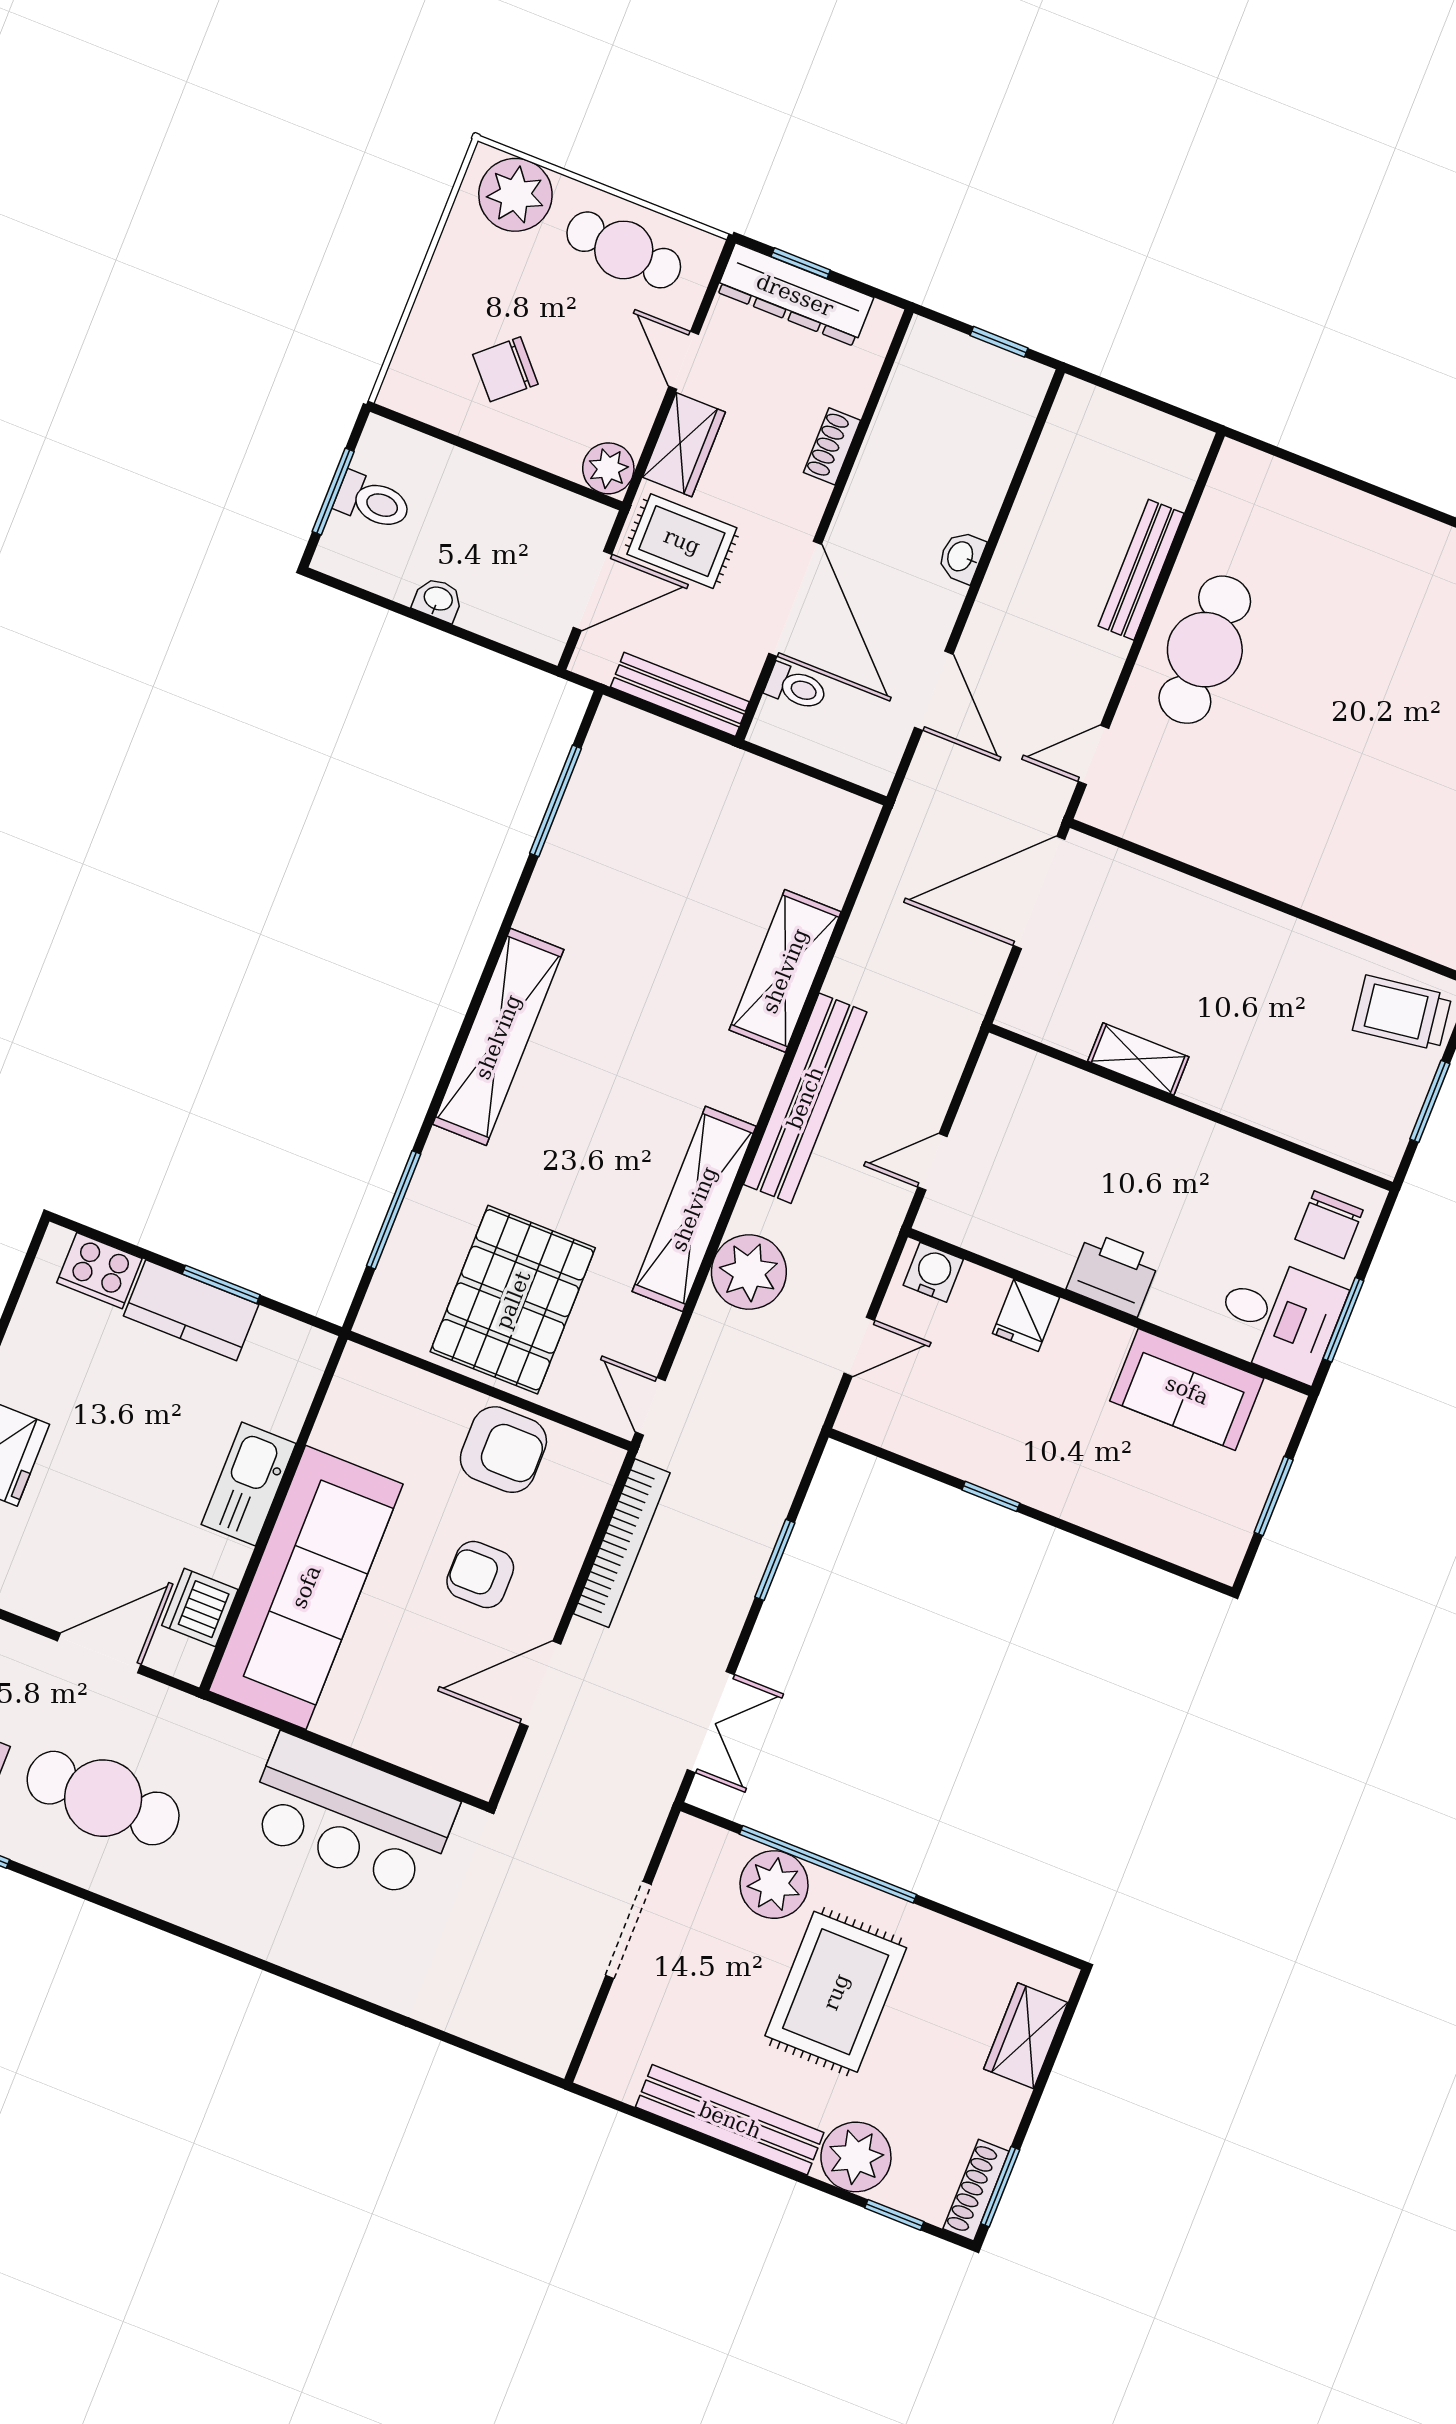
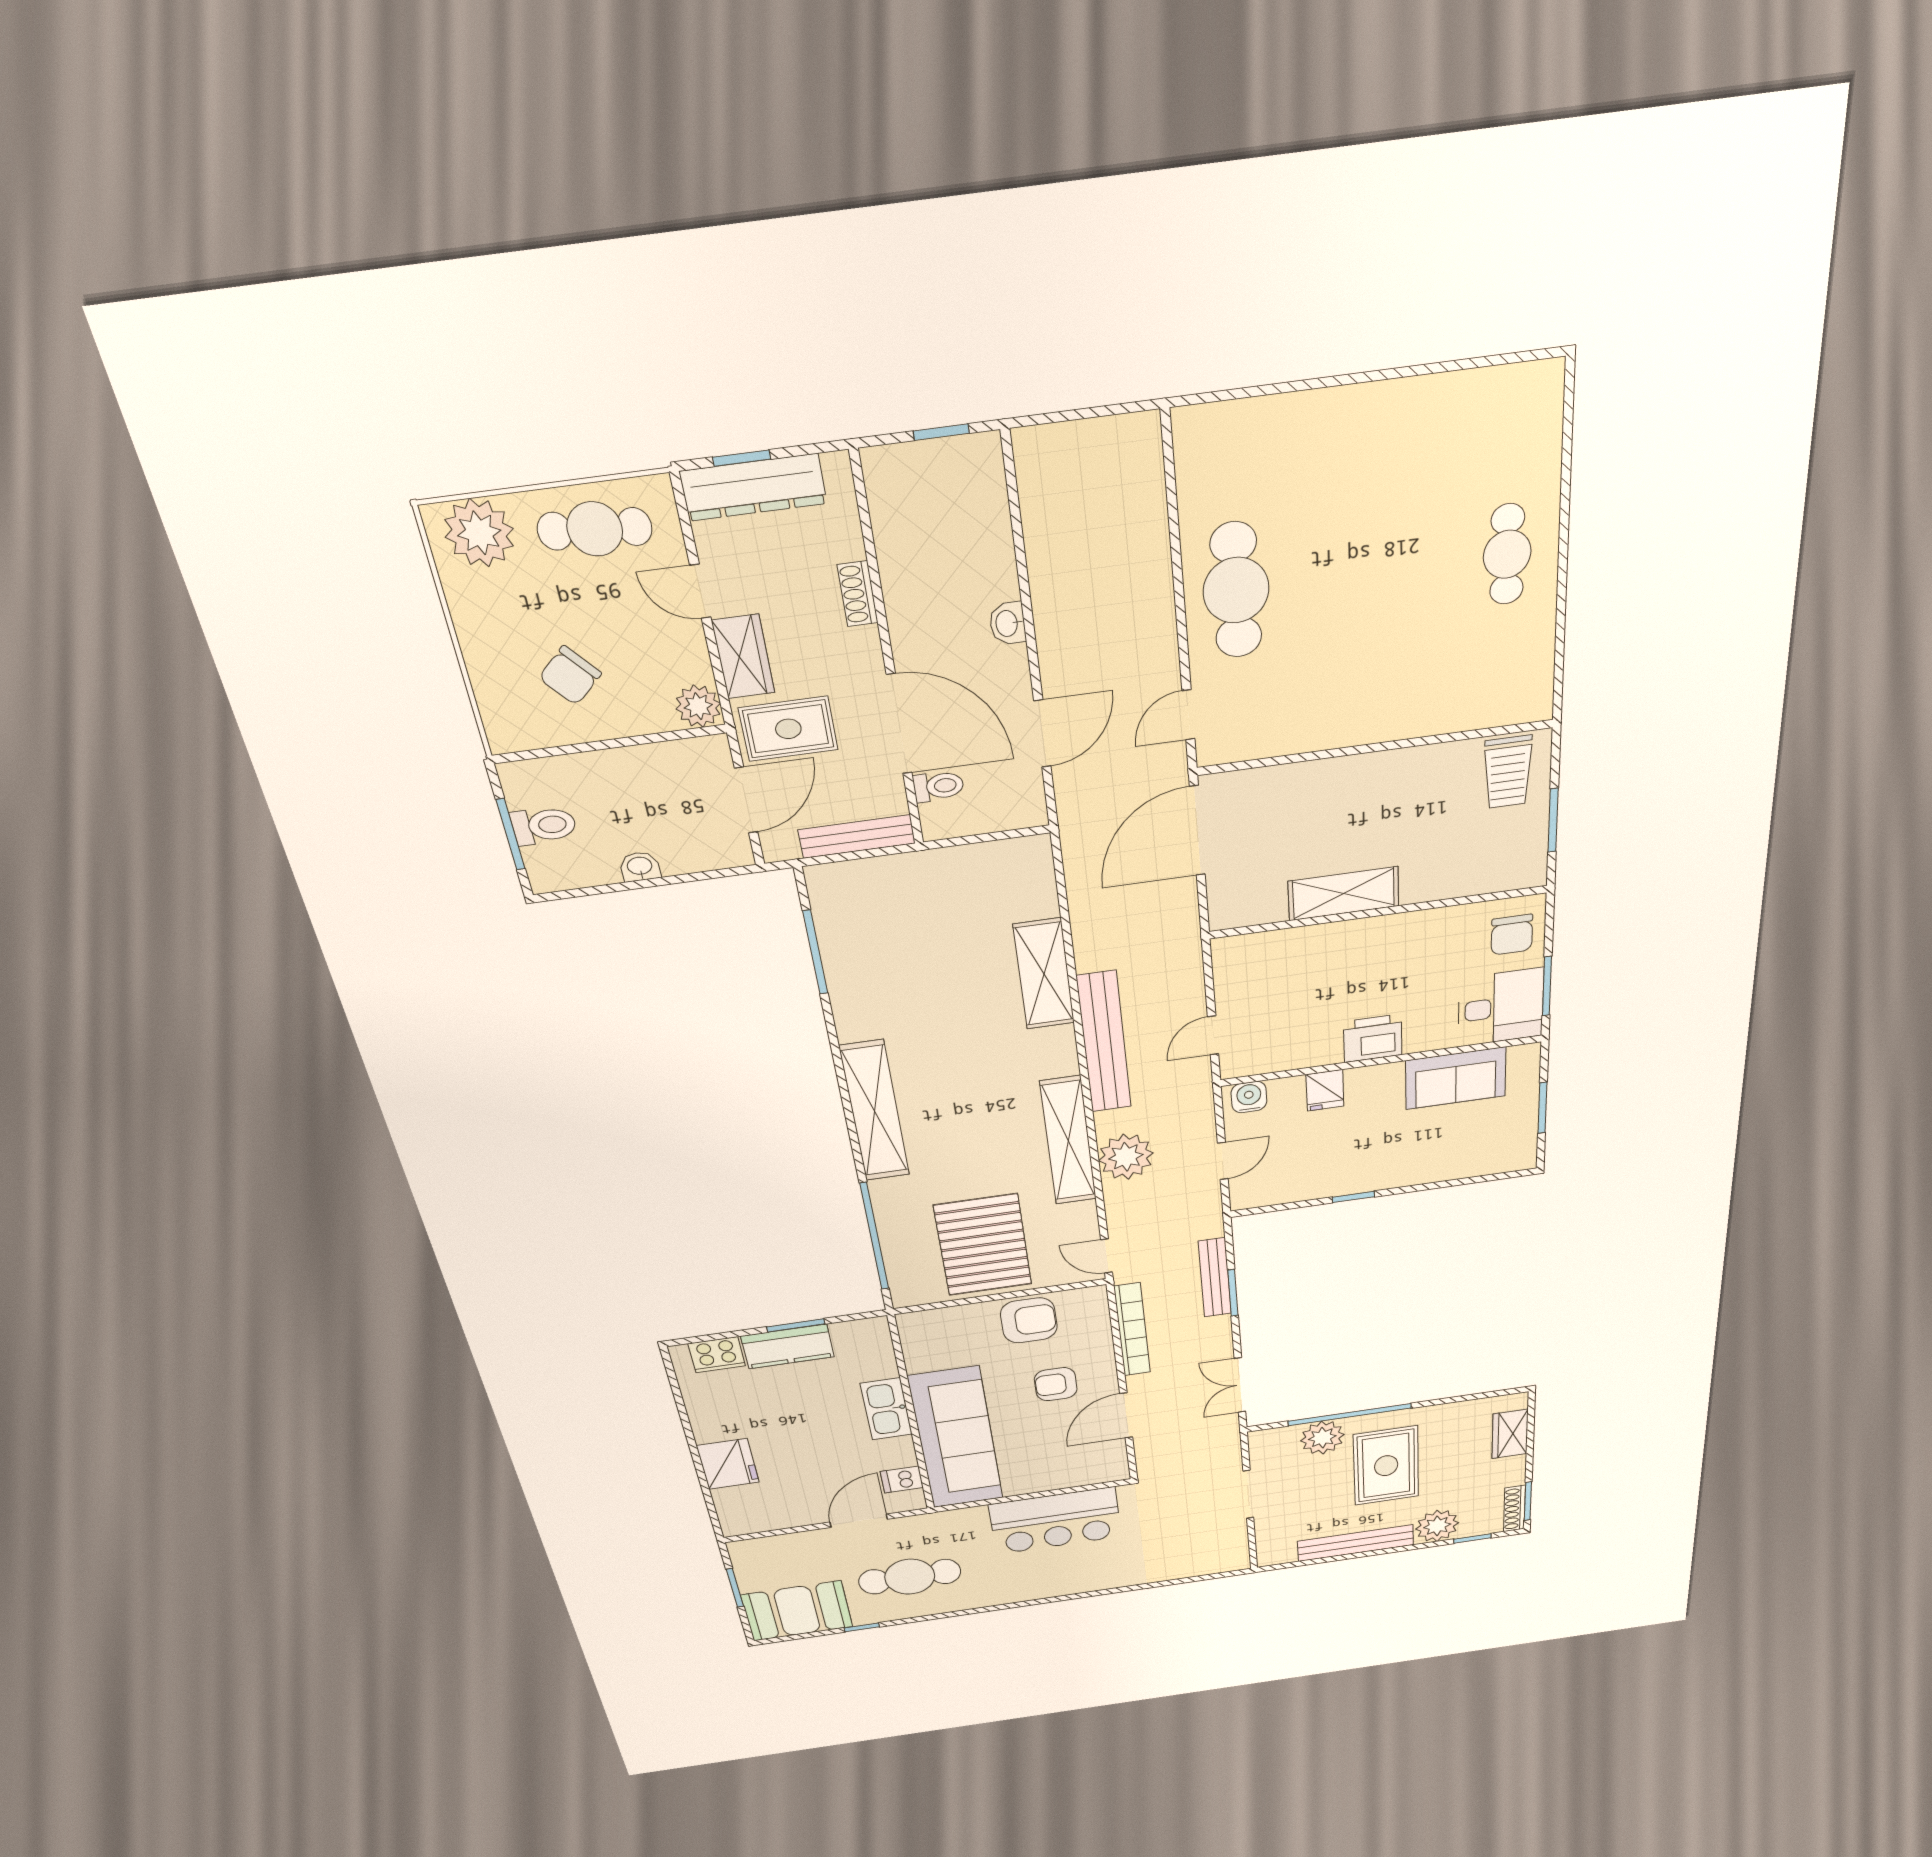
bench: (1141, 570) -> (1215, 1277), moved
door: (934, 691) -> (1042, 734), hinge flipped
trolley: (1402, 1013) -> (1508, 772), turned -82
shelving: (1138, 1059) -> (1344, 894), width x1.50, depth x1.33
window: (394, 1210) -> (874, 1237), width x1.46
dishwasher: (200, 1608) -> (902, 1479), width x0.73
double door: (711, 1722) -> (1240, 1385), swing flipped

